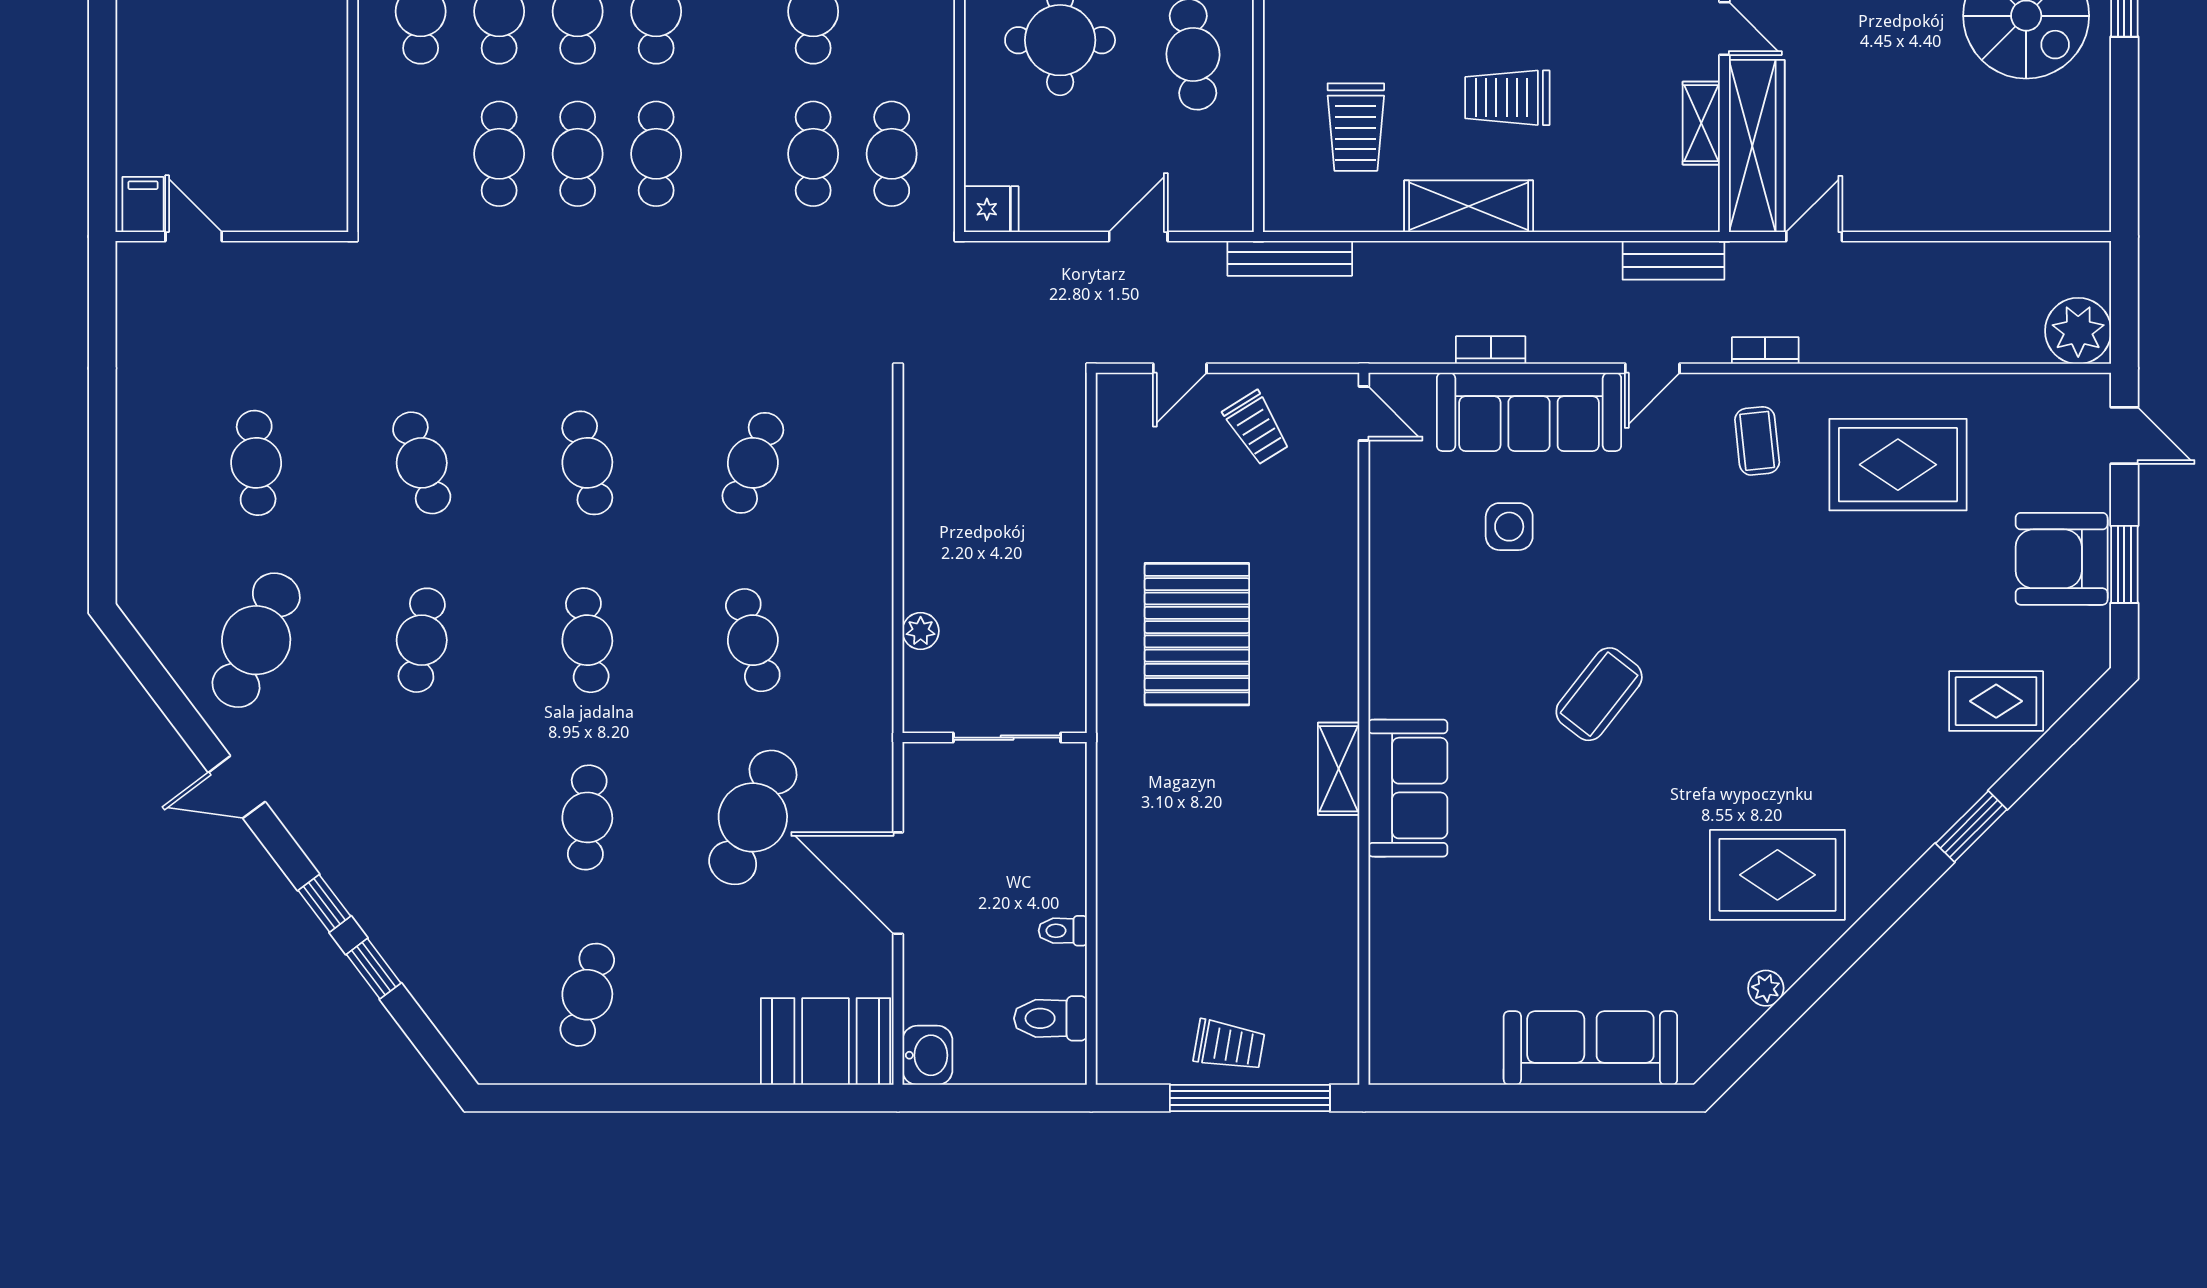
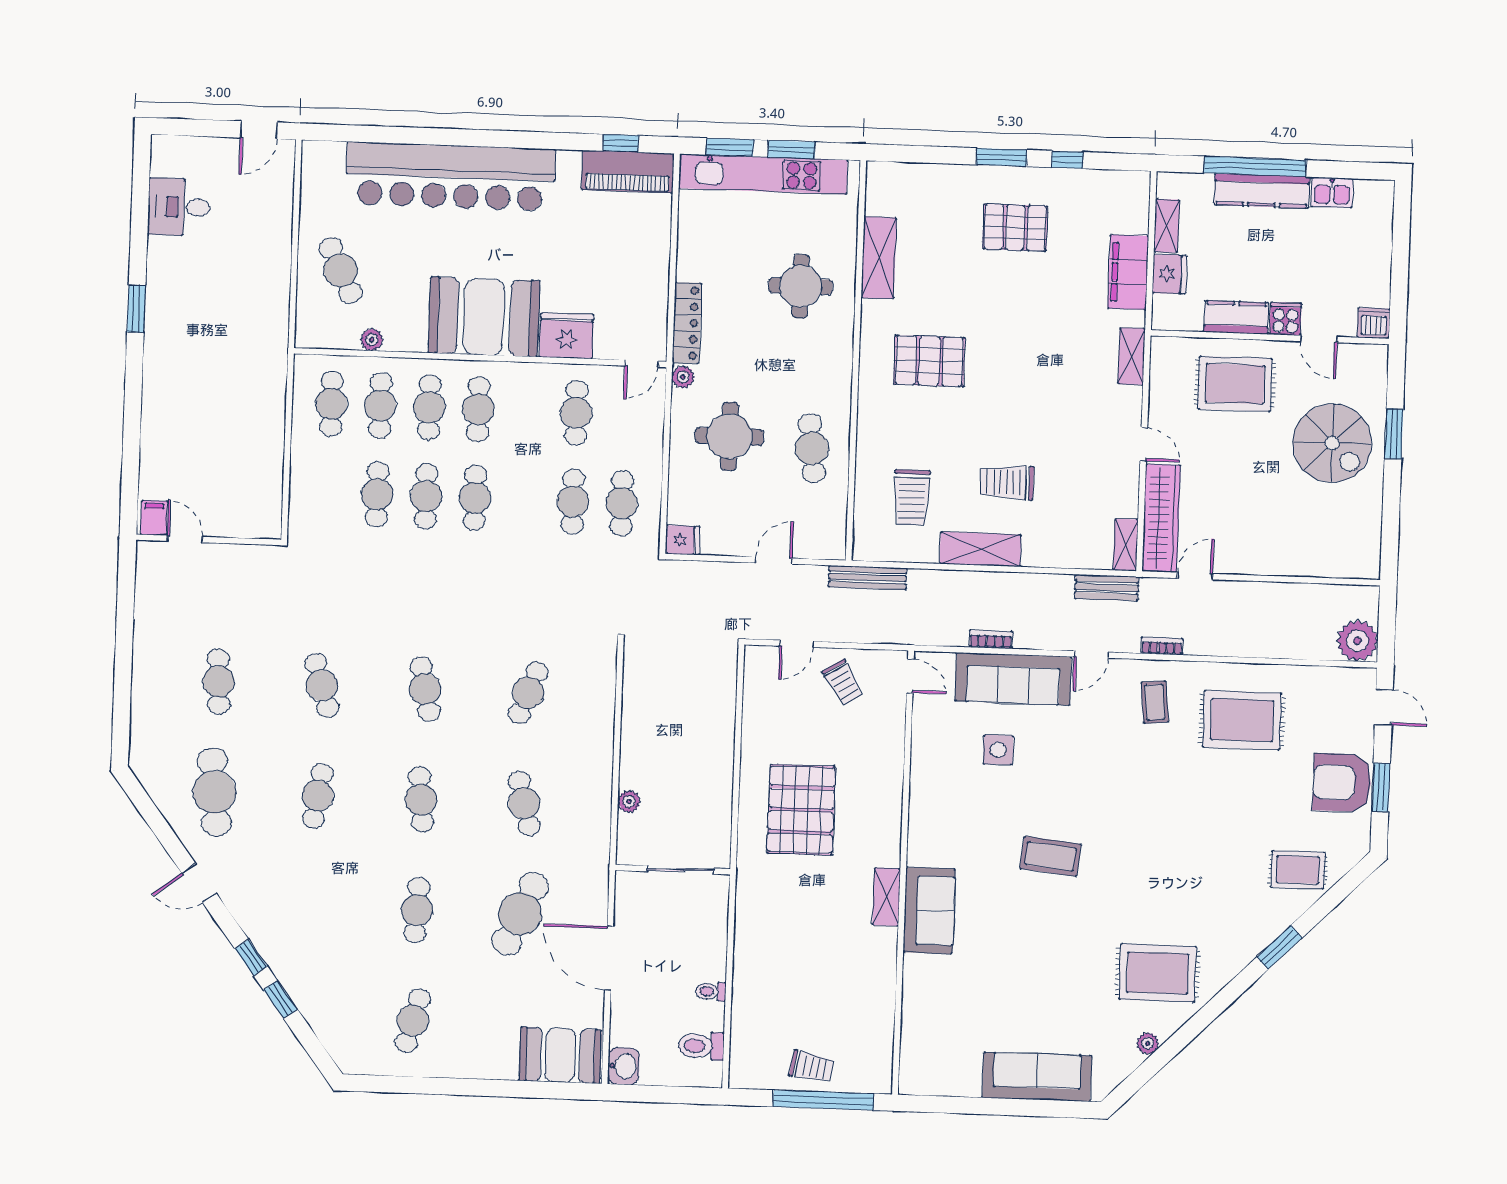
shelving: (1701, 123) -> (1126, 545), moved
cafe table: (256, 640) -> (215, 792), turned -30
coffee table: (1599, 694) -> (1050, 856), turned 58

